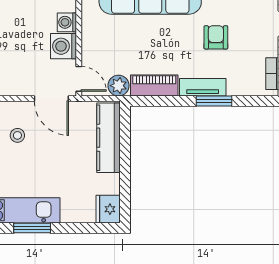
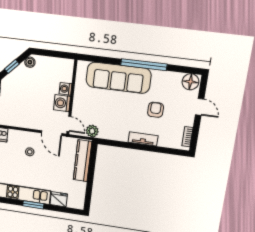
piano: (154, 85) -> (114, 134), removed
window: (214, 101) -> (149, 148), removed
fridge: (108, 209) -> (59, 199), moved, turned 90

